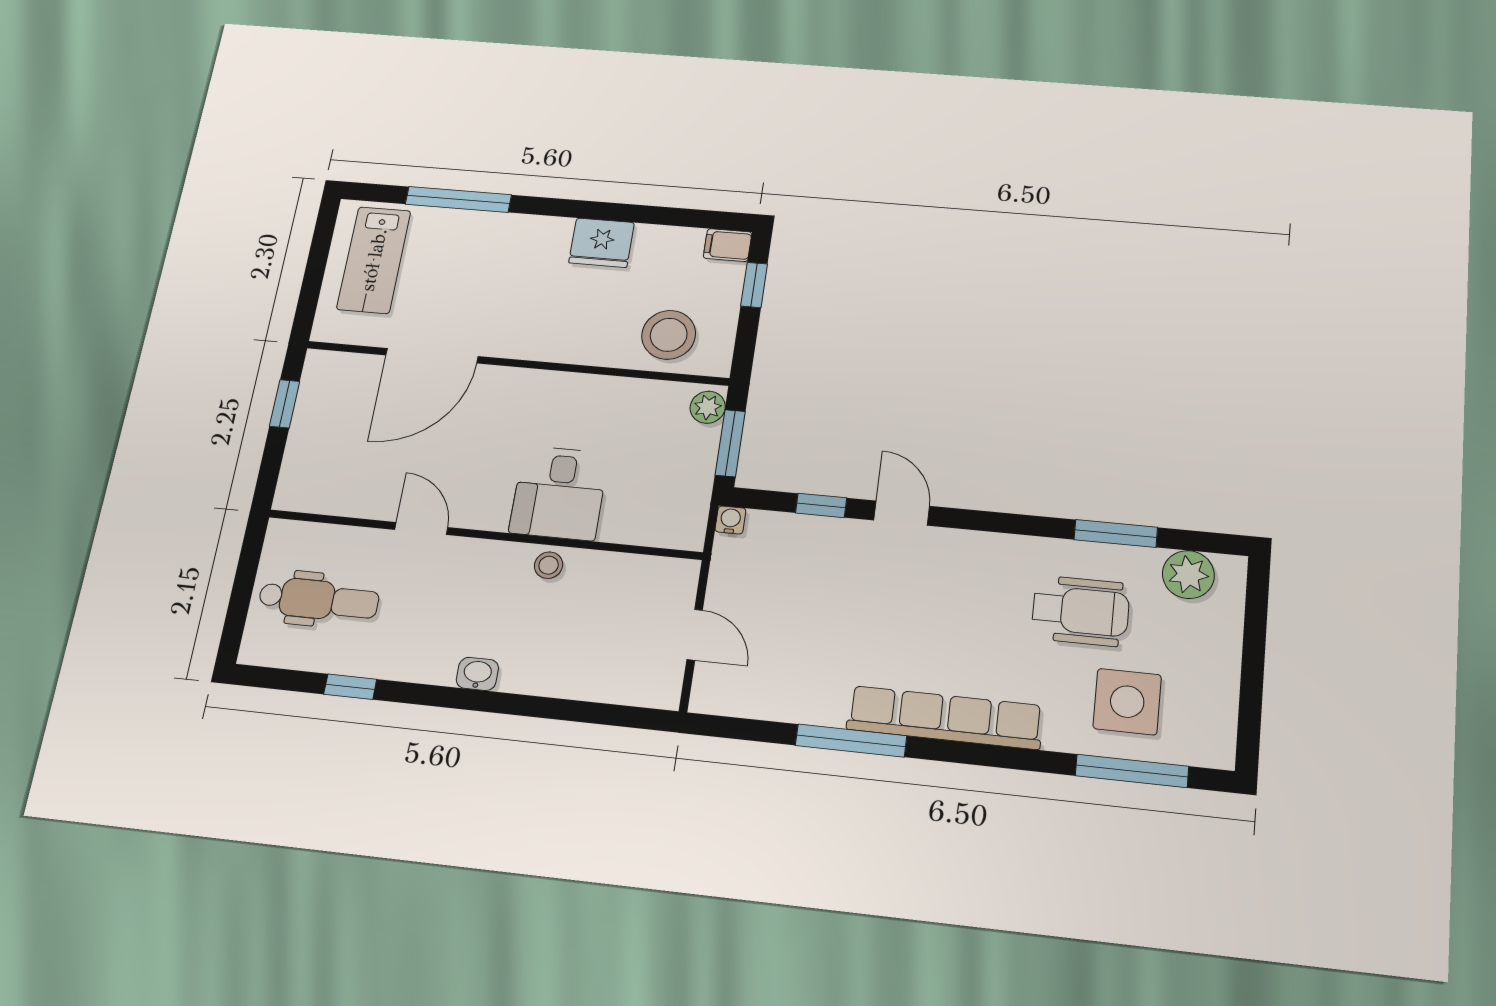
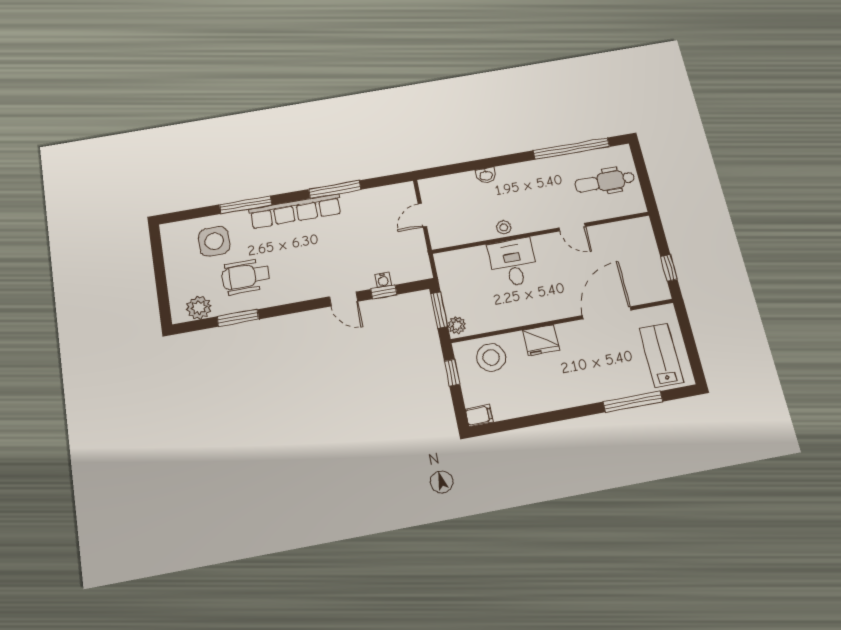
fridge: (602, 243) -> (541, 340), moved, turned 180
window: (754, 285) -> (452, 373), moved
water cooler: (730, 520) -> (383, 280), moved
door: (695, 635) -> (422, 215), hinge flipped
washbasin: (477, 674) -> (486, 175), moved
window: (350, 687) -> (571, 149), width x3.17
window: (1132, 771) -> (246, 205), moved

